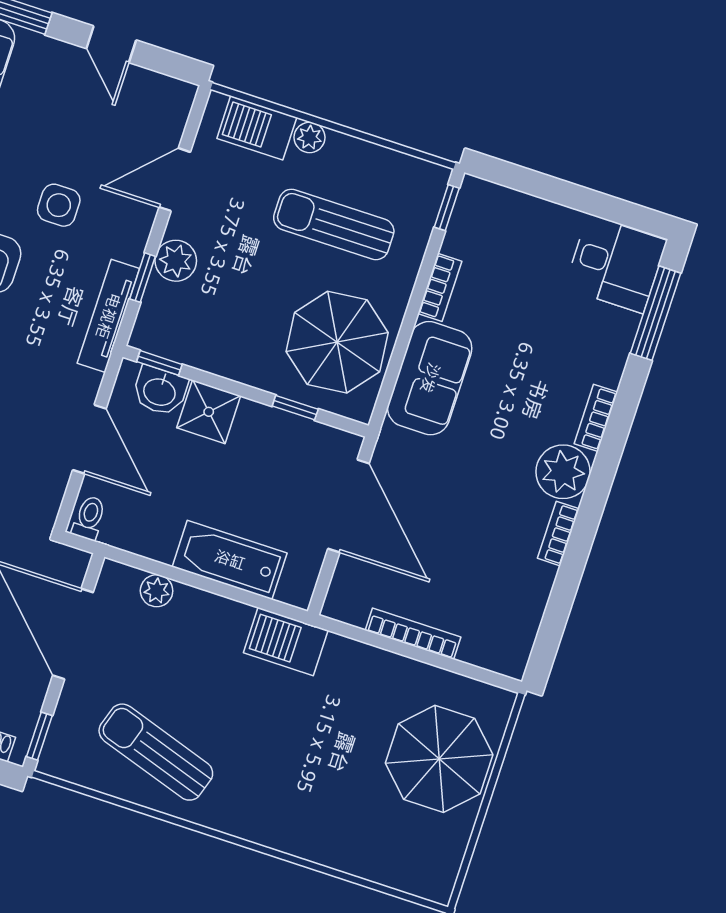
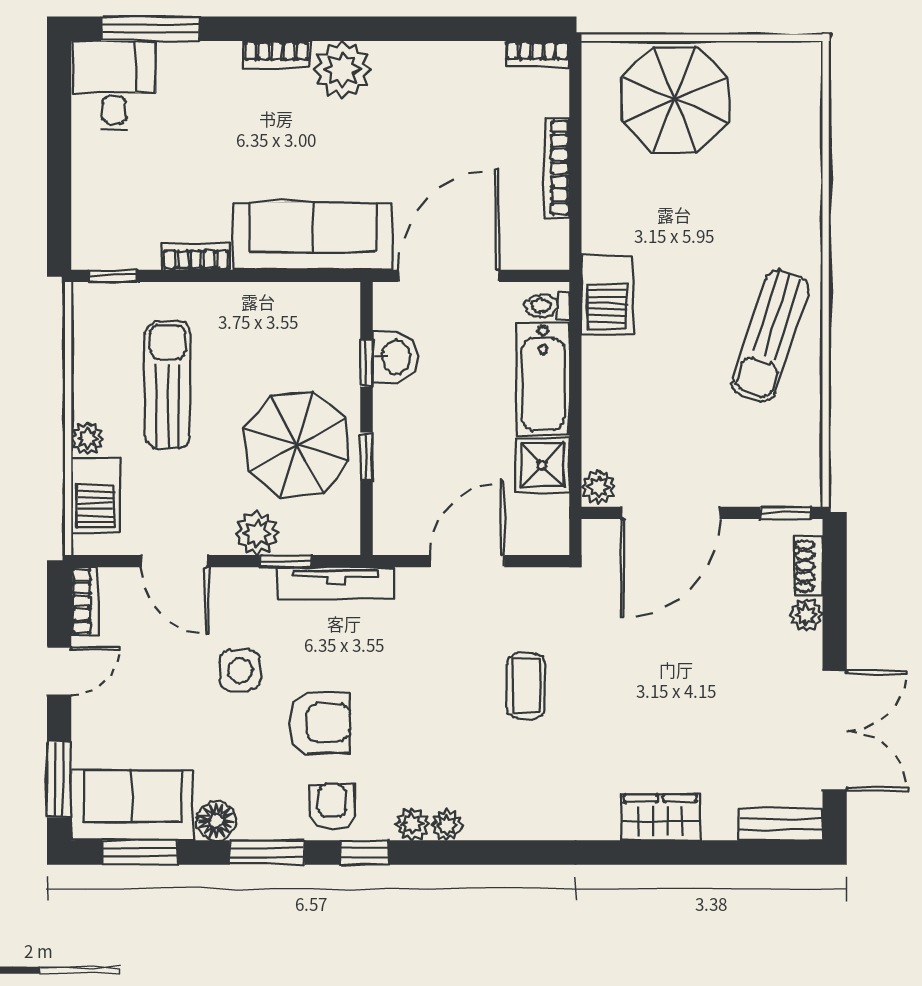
bookcase: (165, 87) -> (85, 601), added
sun lounger: (334, 224) -> (168, 385), turned 180
parasol: (337, 342) -> (297, 444), moved
window: (159, 363) -> (366, 456), moved
sofa: (430, 378) -> (313, 236), width x1.36
washbasin: (160, 391) -> (395, 357), moved
shower: (209, 412) -> (542, 465), moved
toilet: (89, 518) -> (547, 306), moved
bookcase: (558, 534) -> (537, 54), moved
plant: (157, 591) -> (599, 487), moved
sun lounger: (156, 752) -> (770, 336), moved

